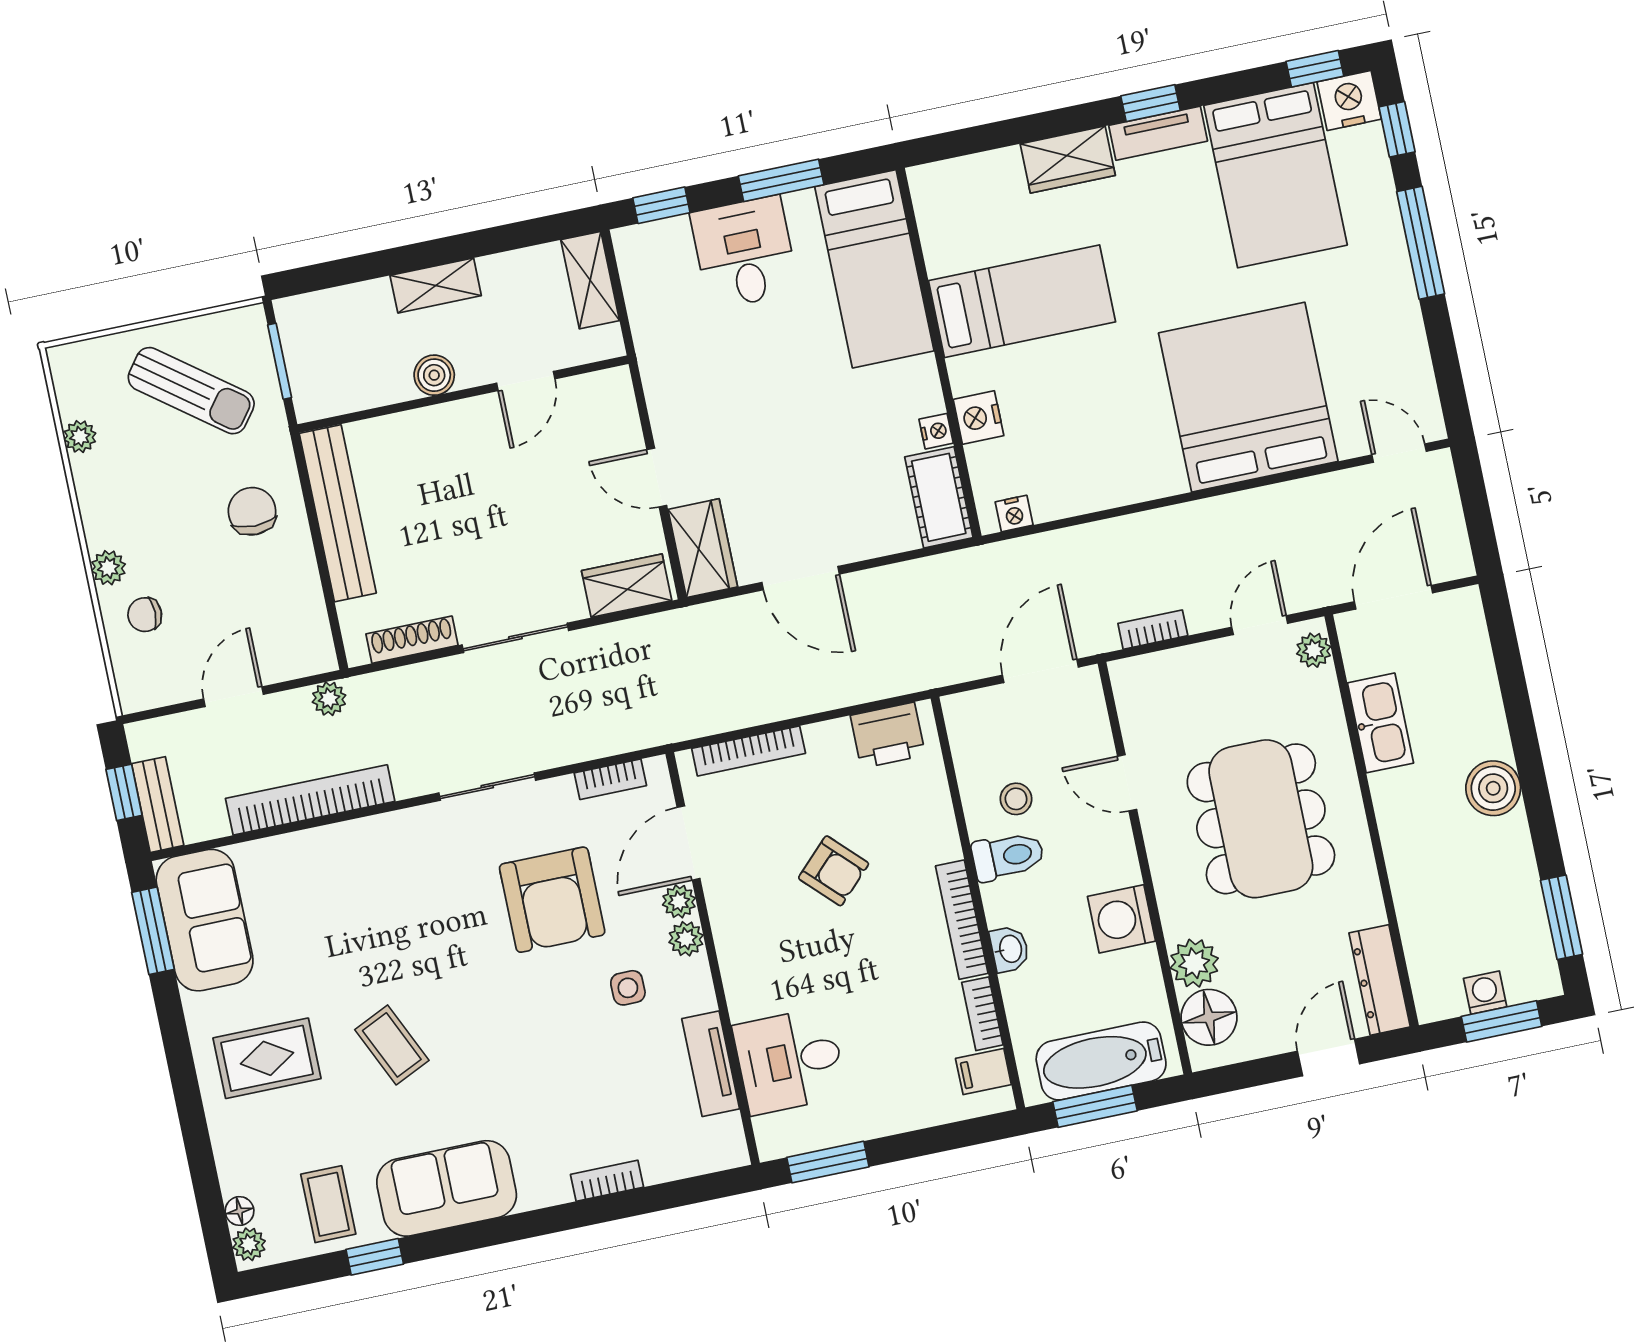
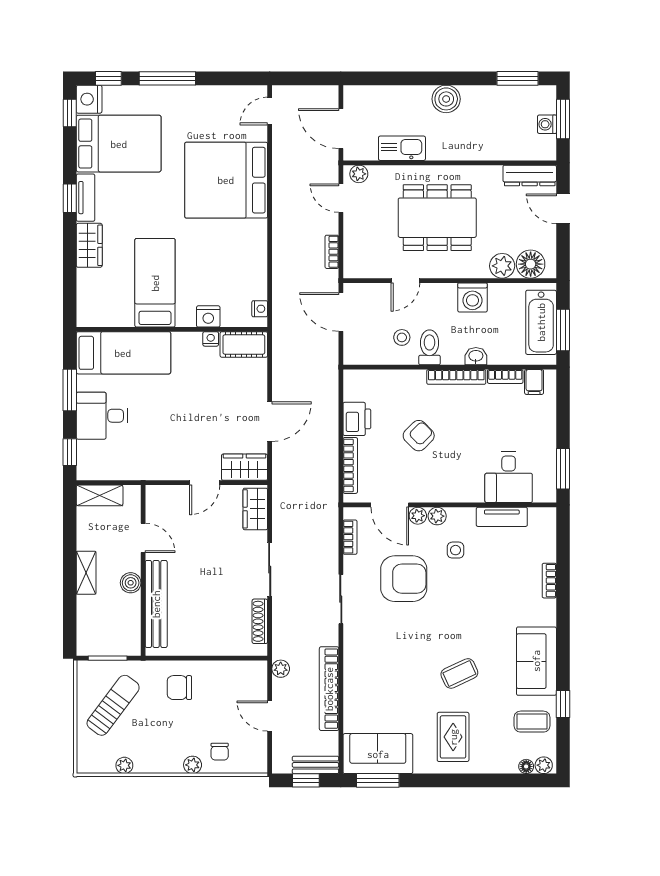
bench: (338, 513) -> (156, 604), moved, turned 90
printer: (888, 735) -> (357, 419), moved

